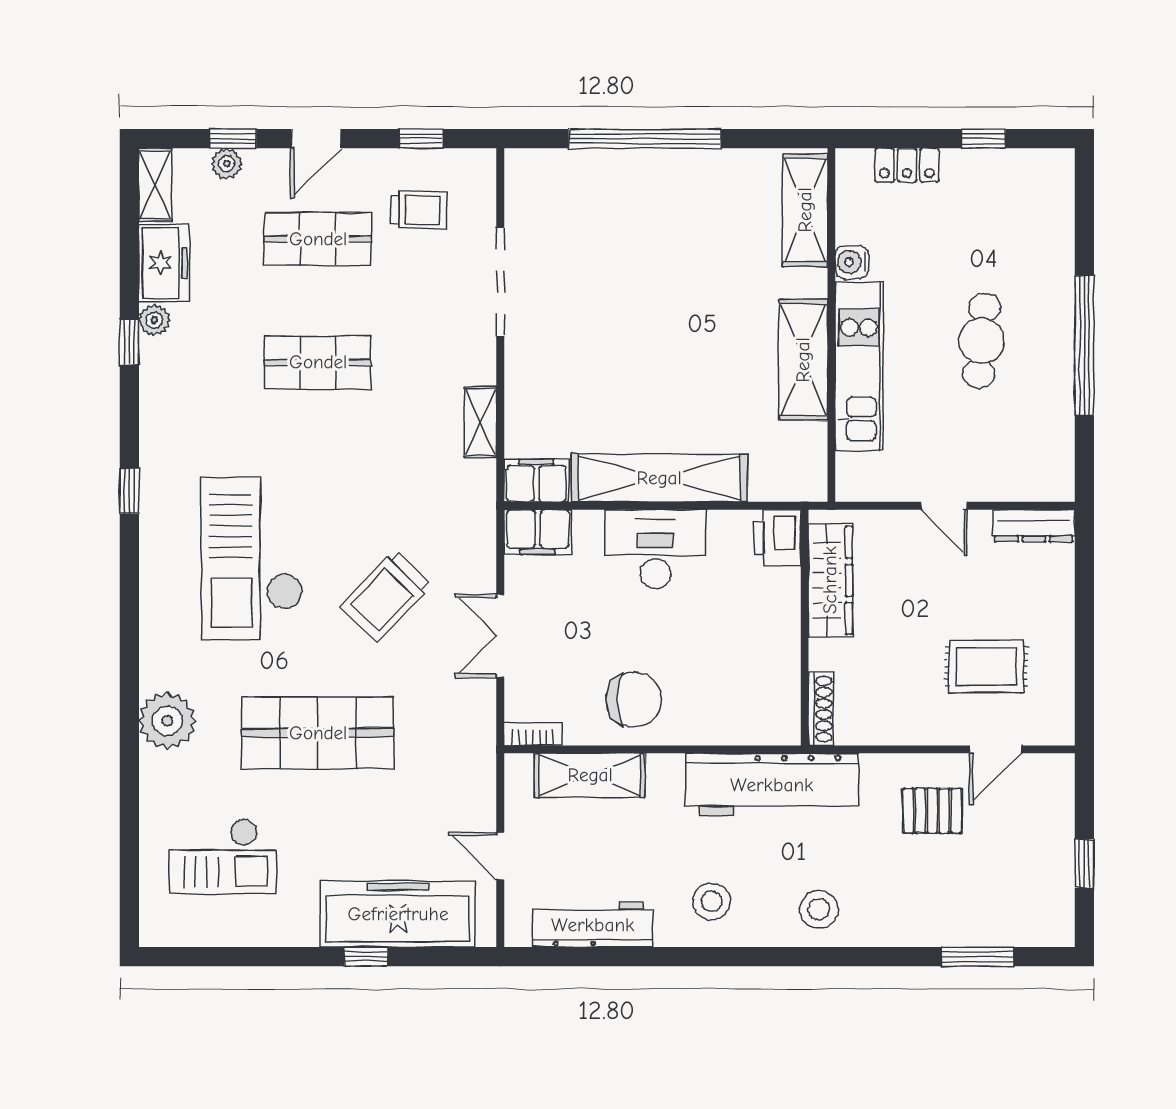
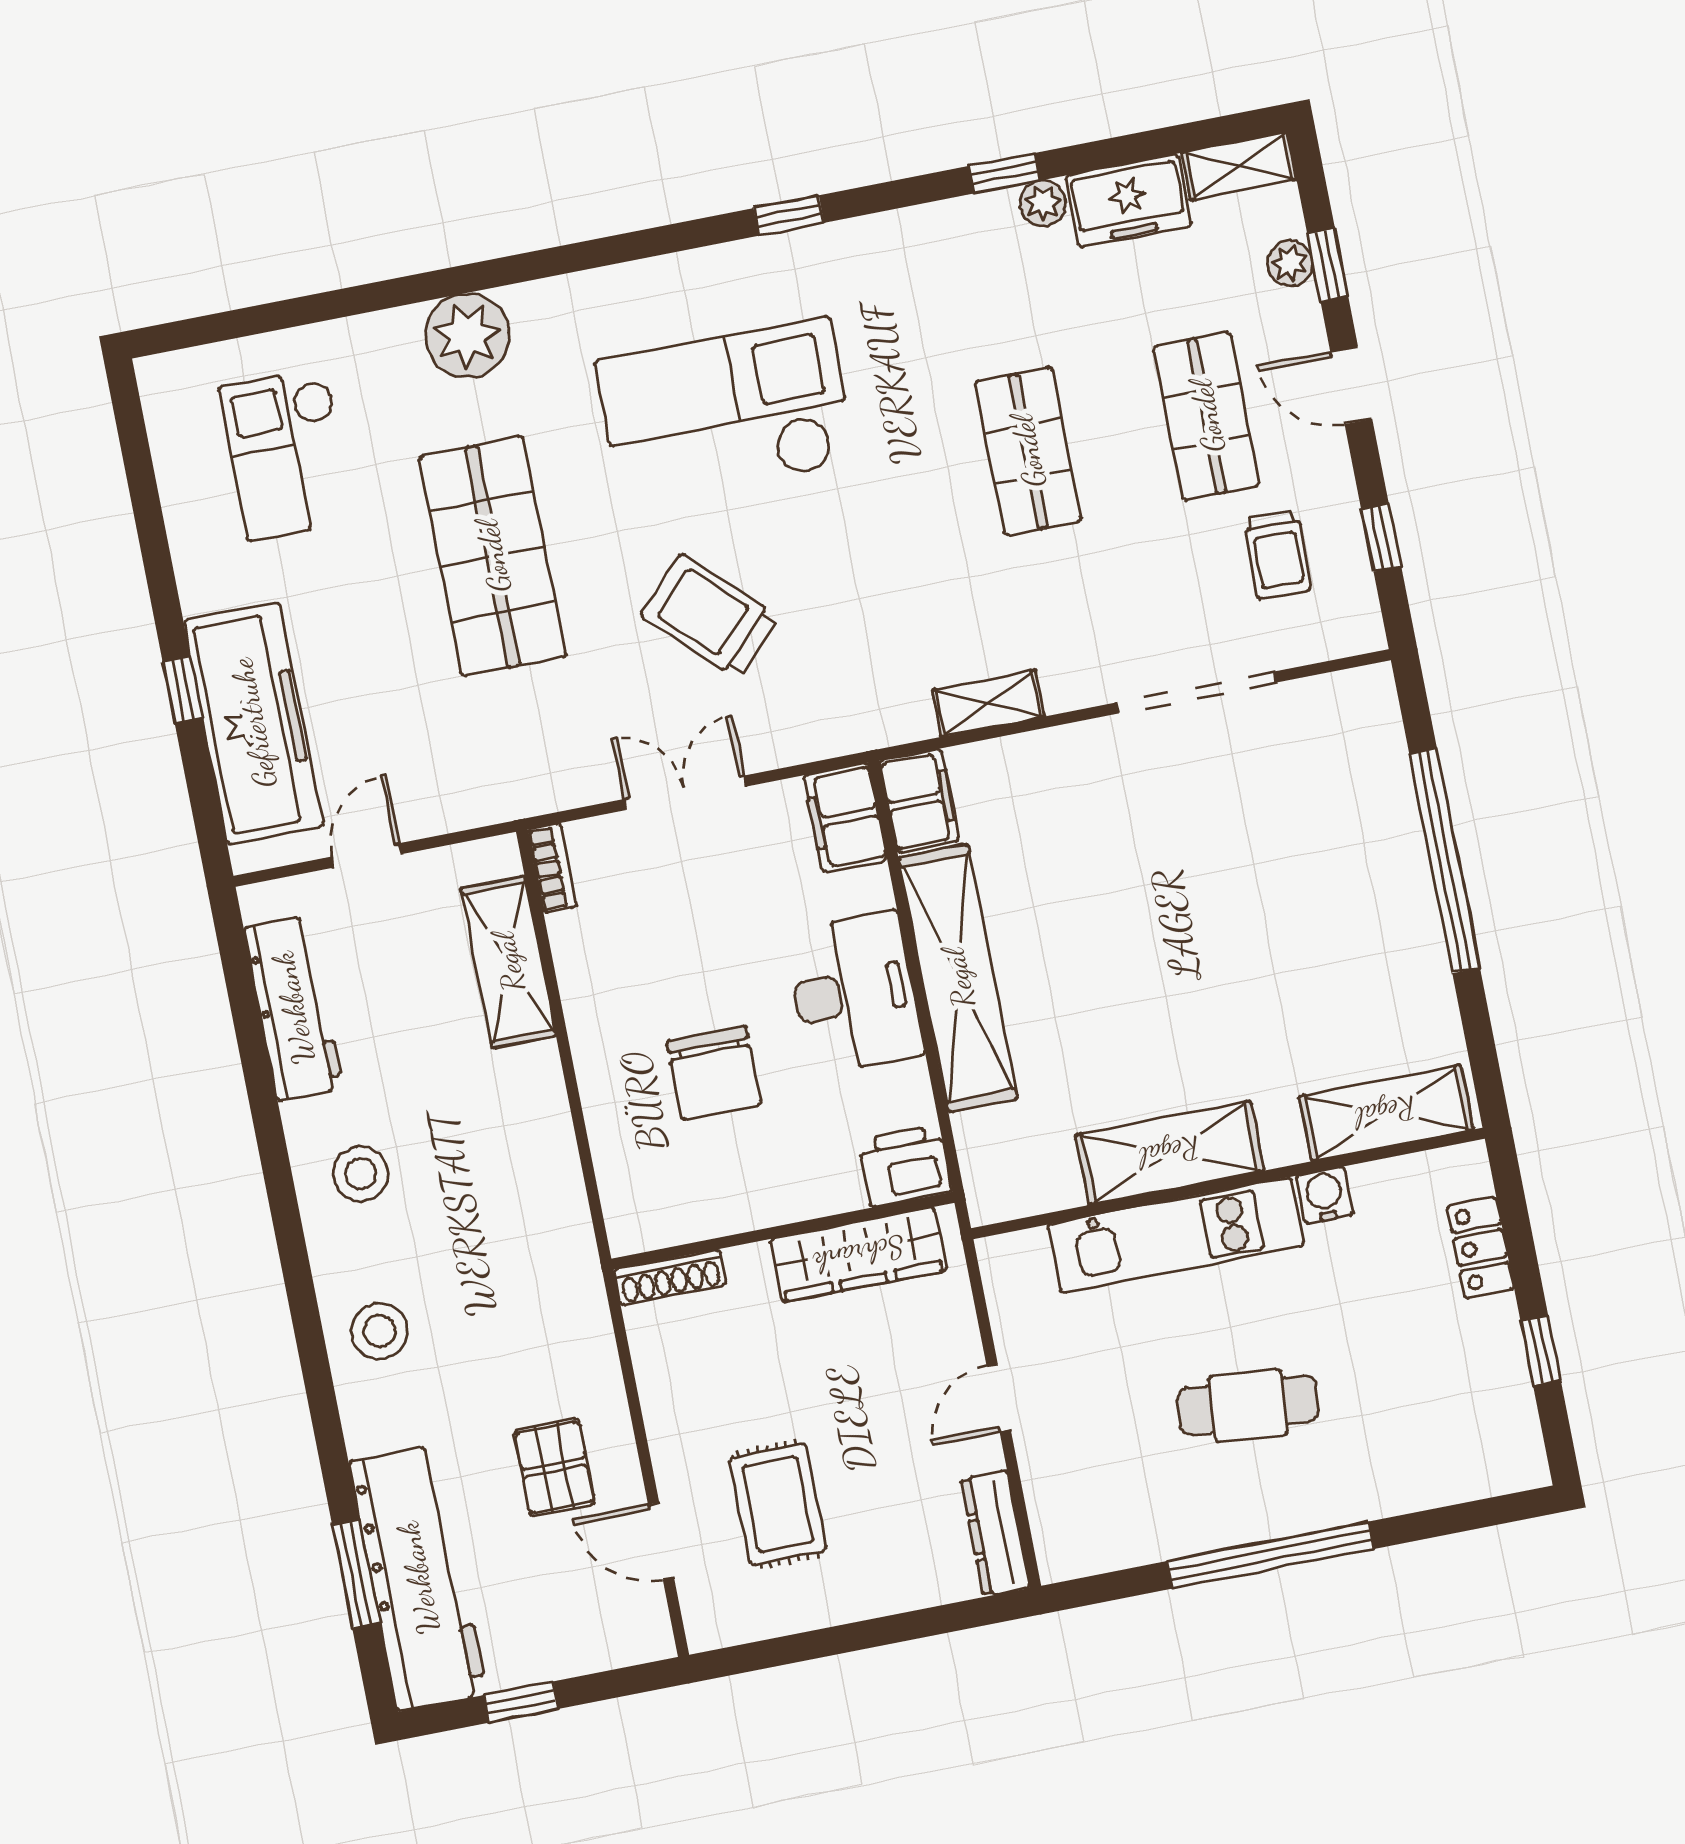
chair: (634, 700) -> (714, 1073), moved
workbench: (772, 785) -> (418, 1578), moved, turned 180

